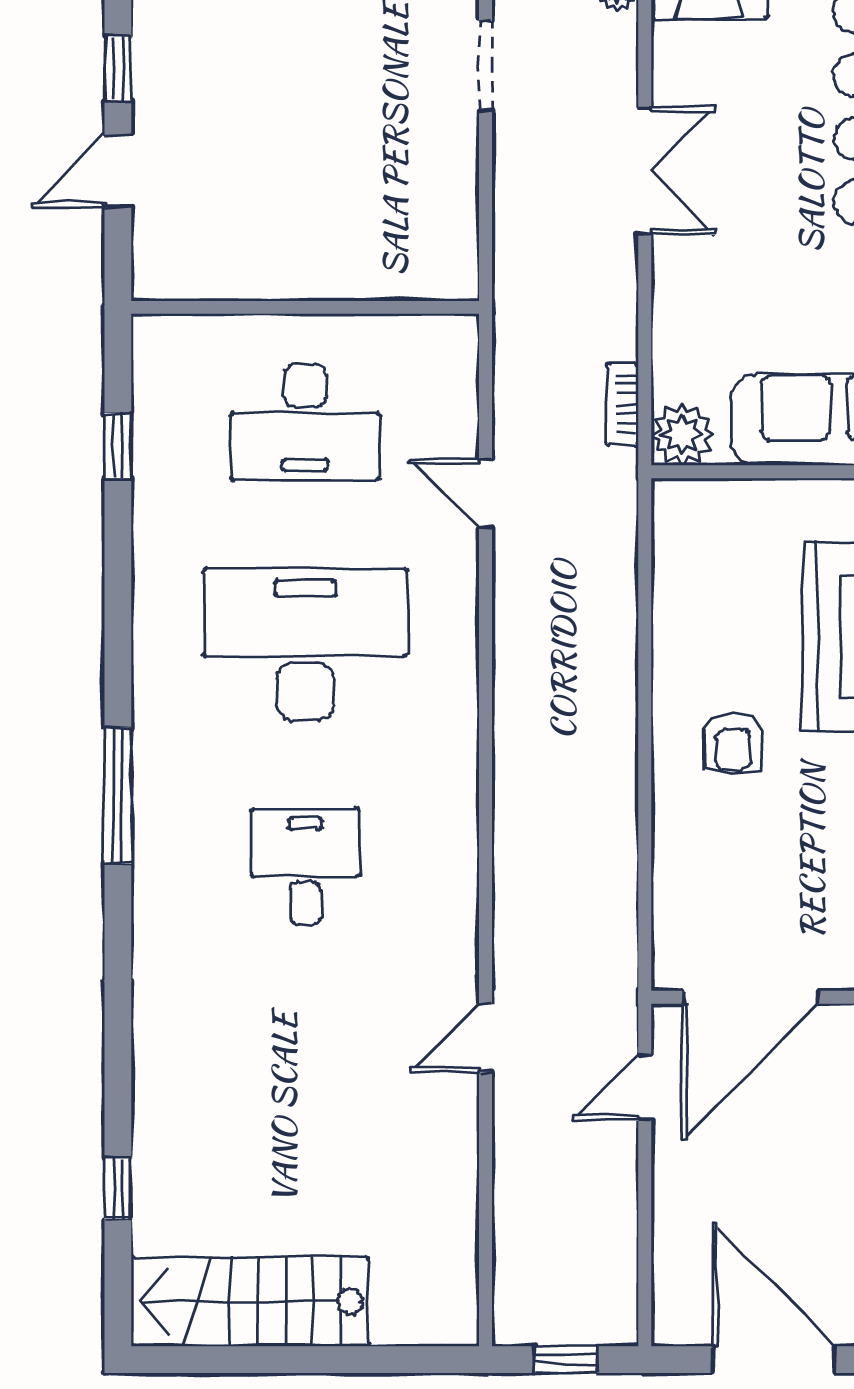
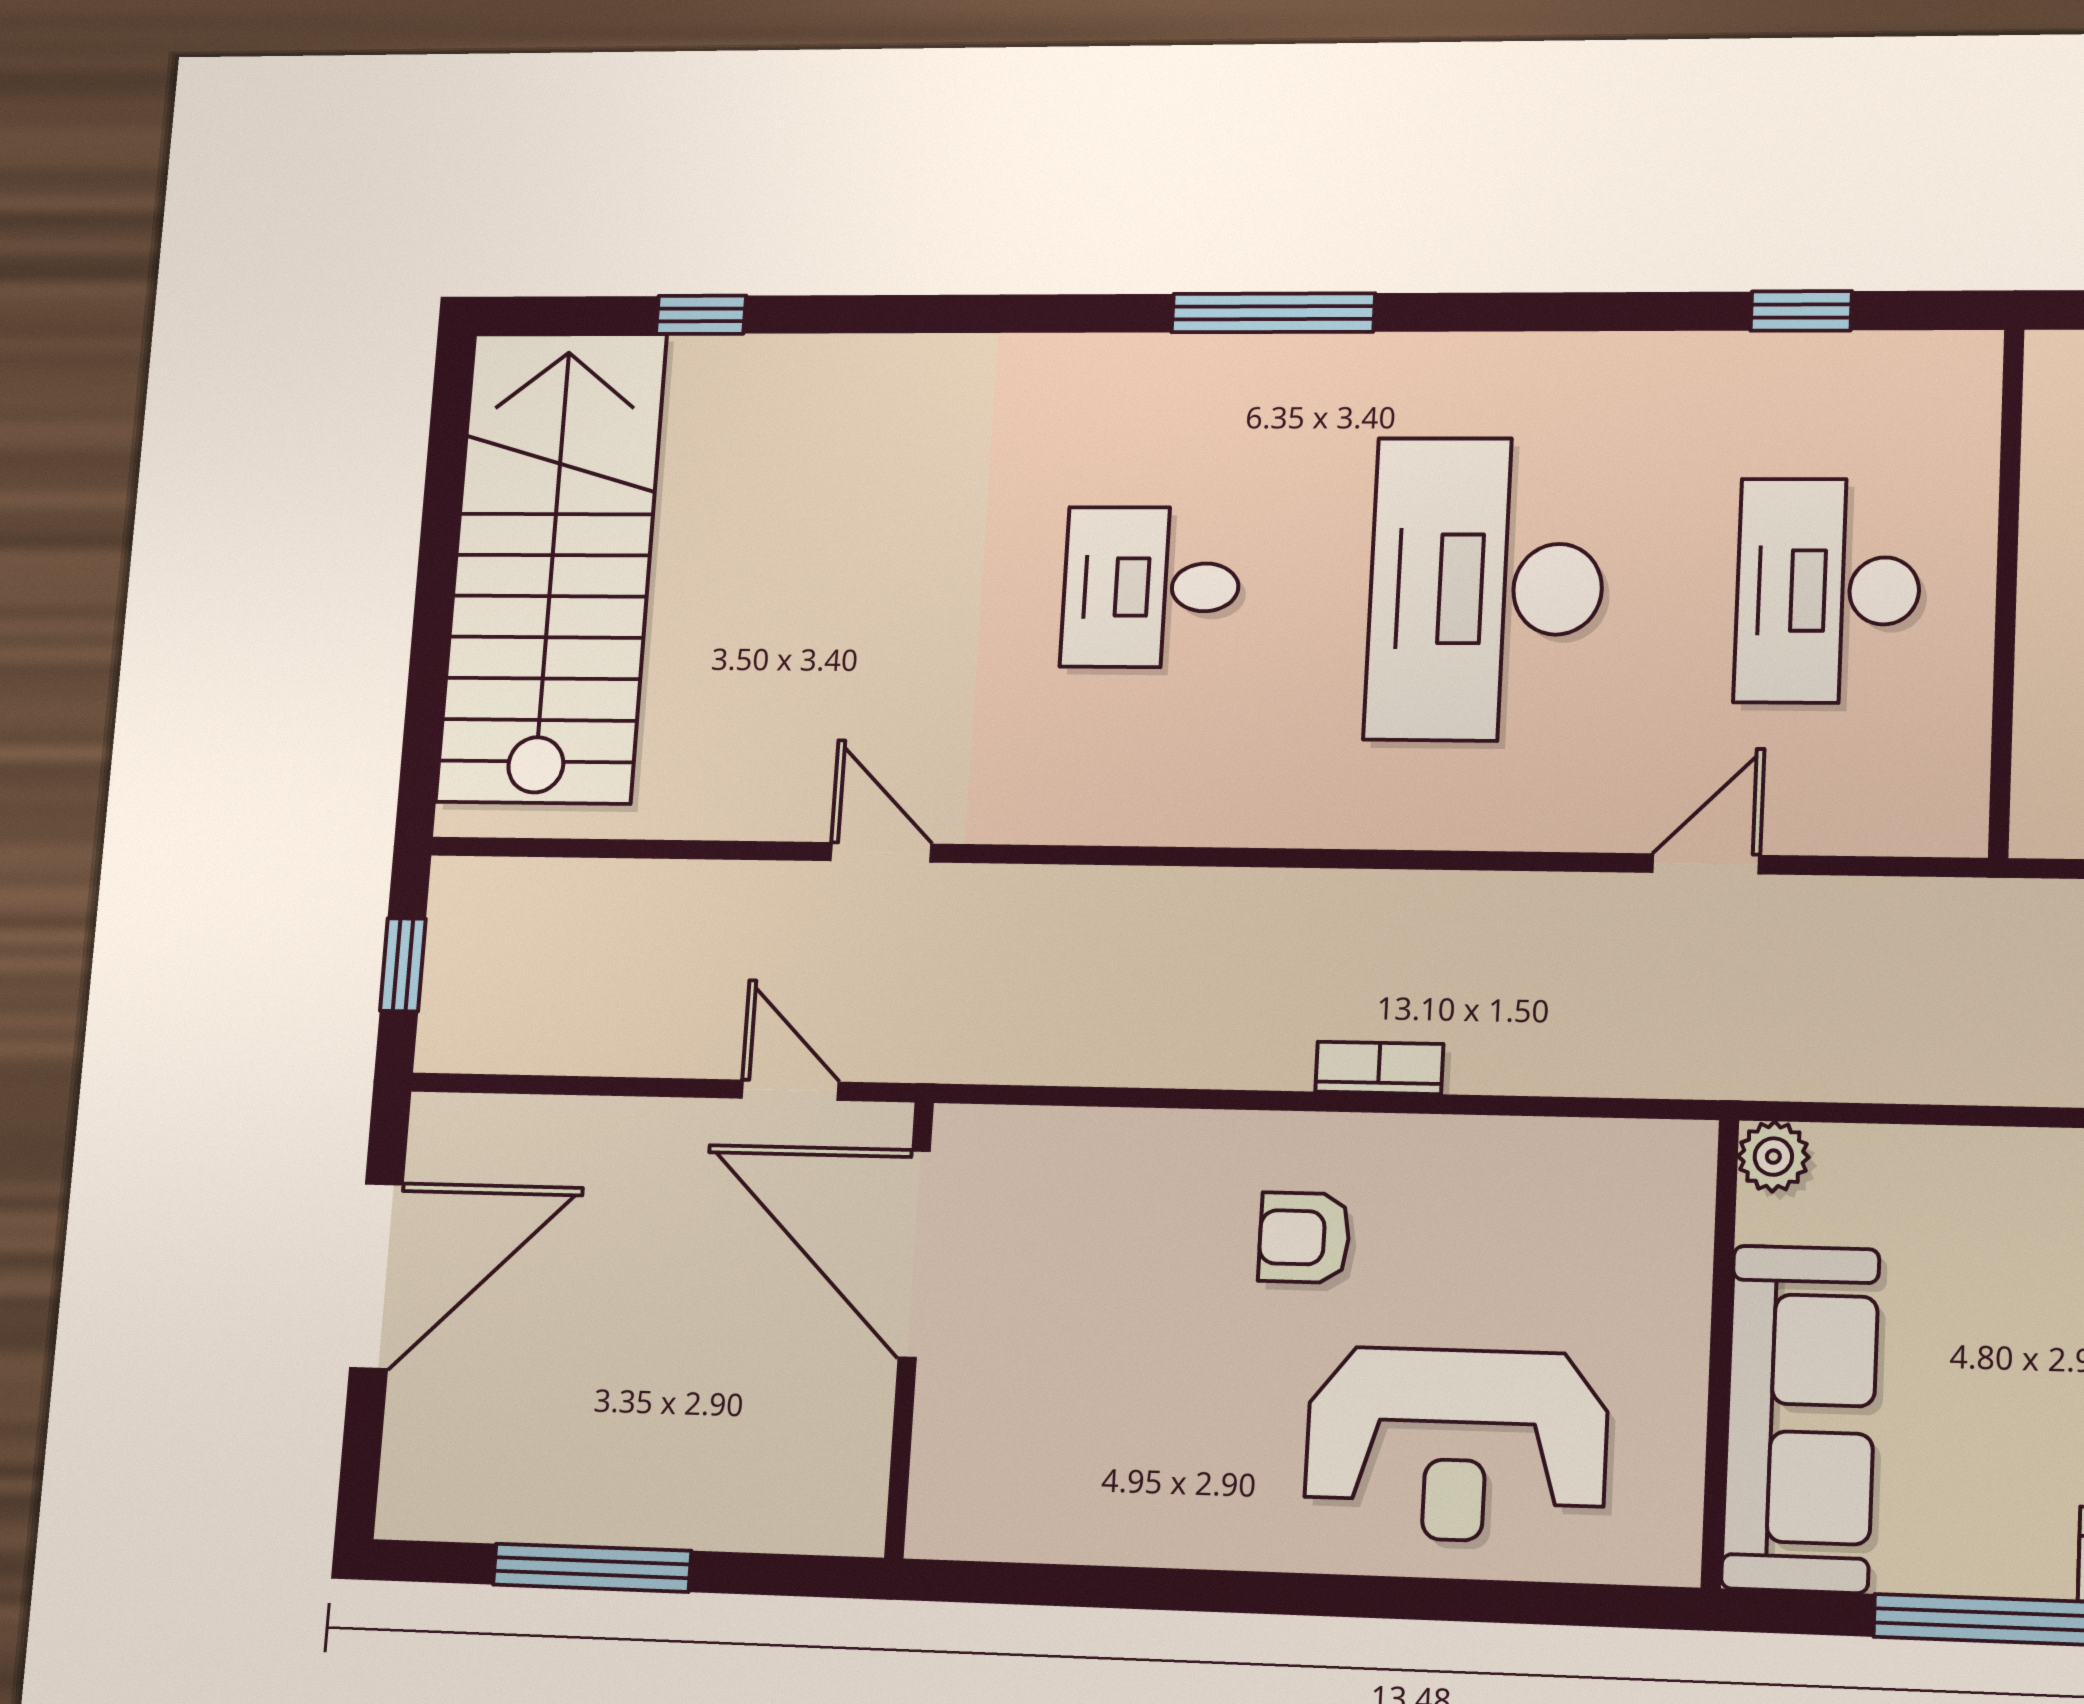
bookcase: (622, 404) -> (1379, 1068), moved
plant: (682, 434) -> (1773, 1157), width x0.73, depth x0.73
desk: (305, 644) -> (1486, 589), turned 180
desk: (305, 867) -> (1151, 587), turned 180
stairs: (250, 1301) -> (552, 567), width x1.36, depth x1.51

